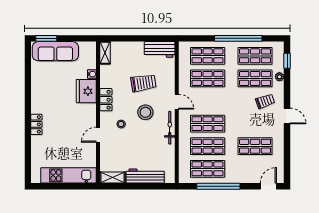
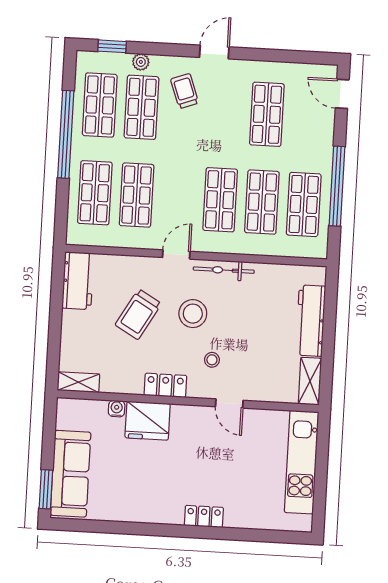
trolley: (143, 83) -> (138, 314), turned -141

